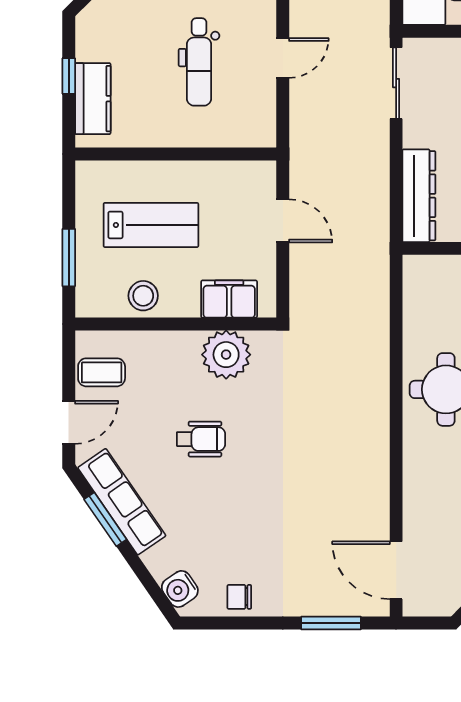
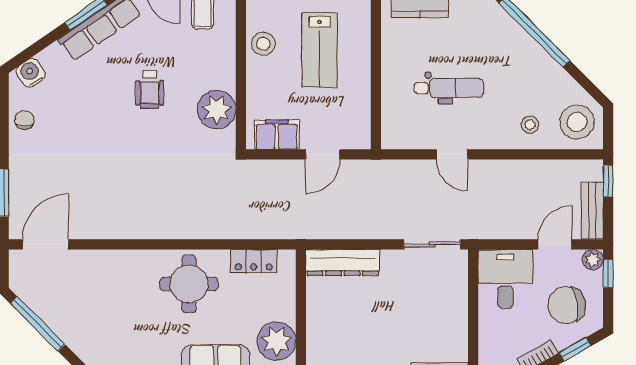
dental chair: (199, 62) -> (449, 88), turned 180
filing cabinet: (229, 299) -> (277, 135), moved, turned -90
locker: (417, 308) -> (254, 261), added

